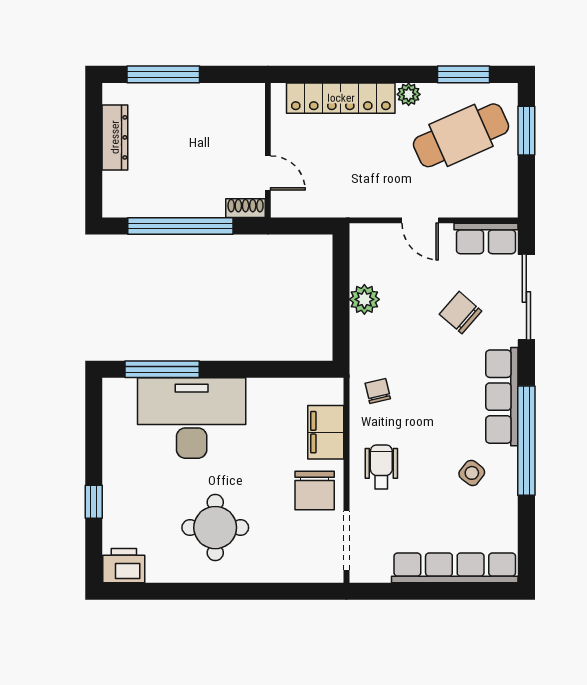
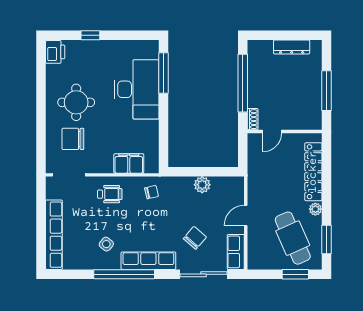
window: (163, 74) -> (326, 91), moved
chair: (315, 491) -> (73, 139), moved

